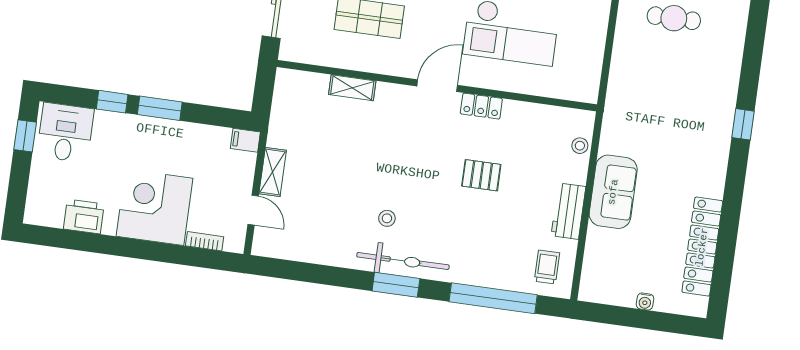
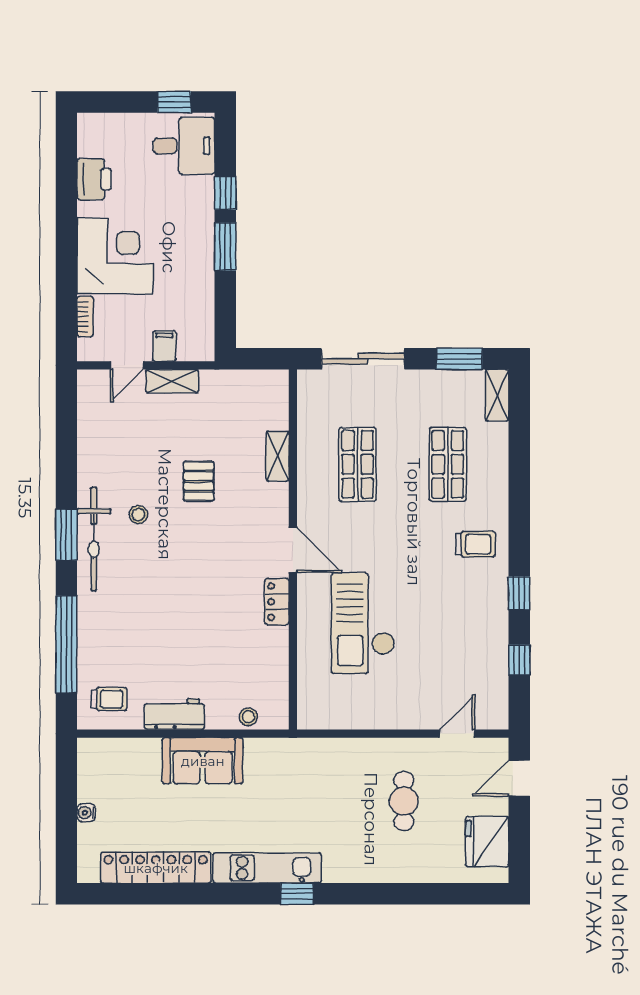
filing cabinet: (245, 140) -> (164, 346), moved
kitchen unit: (716, 148) -> (267, 868), added
pallet: (481, 175) -> (199, 481), moved

